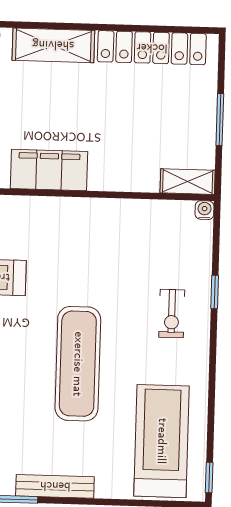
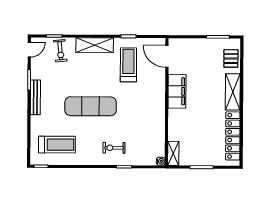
treadmill: (162, 441) -> (57, 145), width x0.73, depth x0.73

